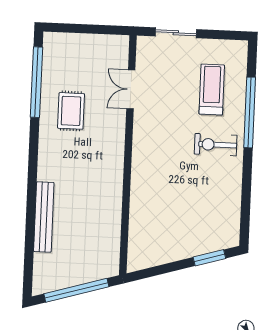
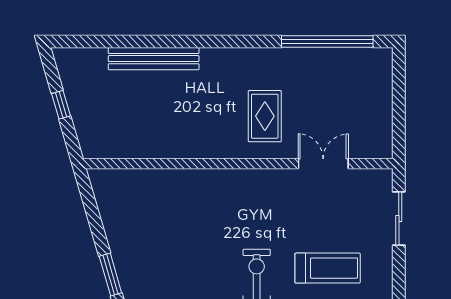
rug: (71, 111) -> (265, 116), moved, turned 90
window: (76, 290) -> (61, 105), width x0.32

